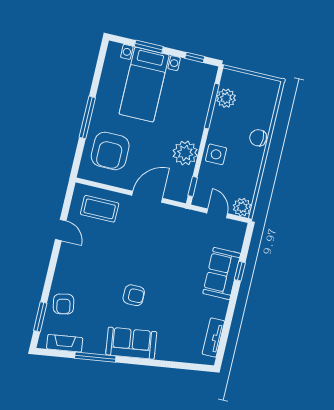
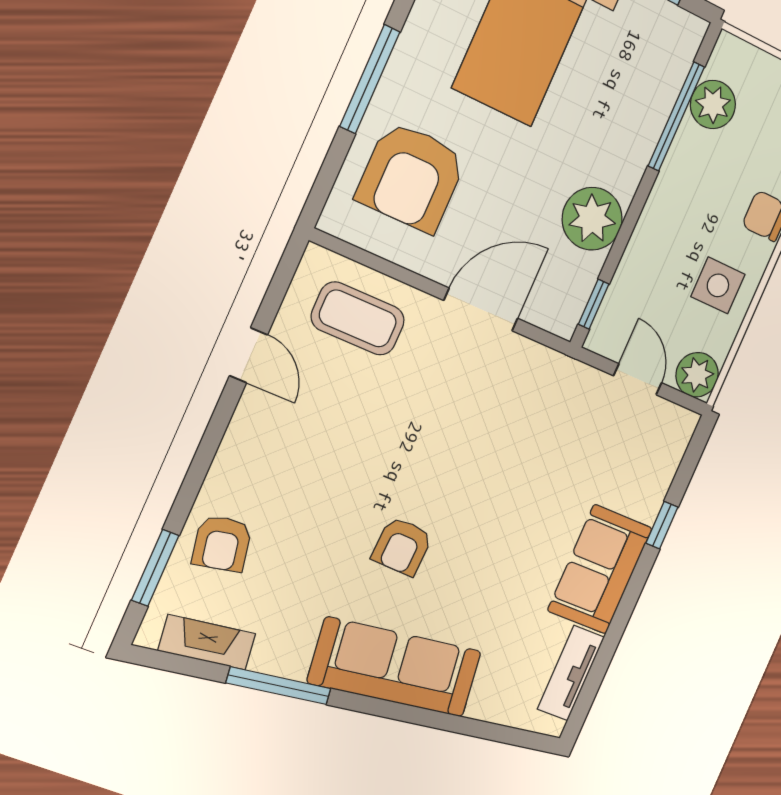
side table: (216, 154) -> (718, 285), moved
sofa: (222, 273) -> (600, 569), moved
armchair: (134, 295) -> (402, 546), turned 92
sofa: (131, 343) -> (395, 667), width x1.36

